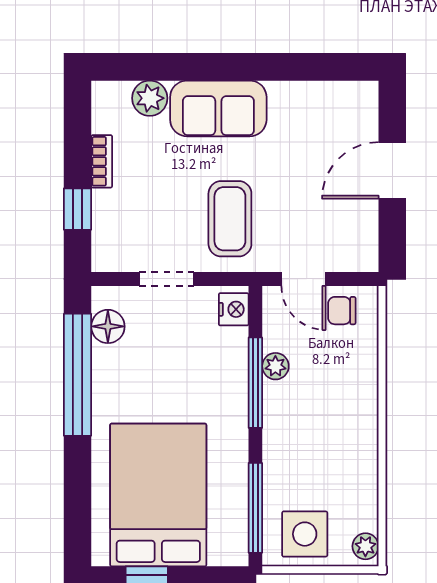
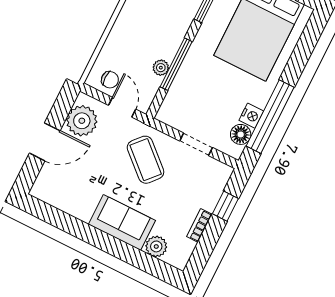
coffee table: (230, 219) -> (146, 160), turned -48
plant: (353, 229) -> (82, 121), added
nightstand: (234, 309) -> (251, 116), moved, turned 180

